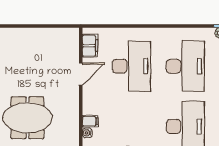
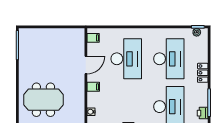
filing cabinet: (90, 46) -> (93, 38), width x0.50
filing cabinet: (90, 121) -> (93, 87), moved

